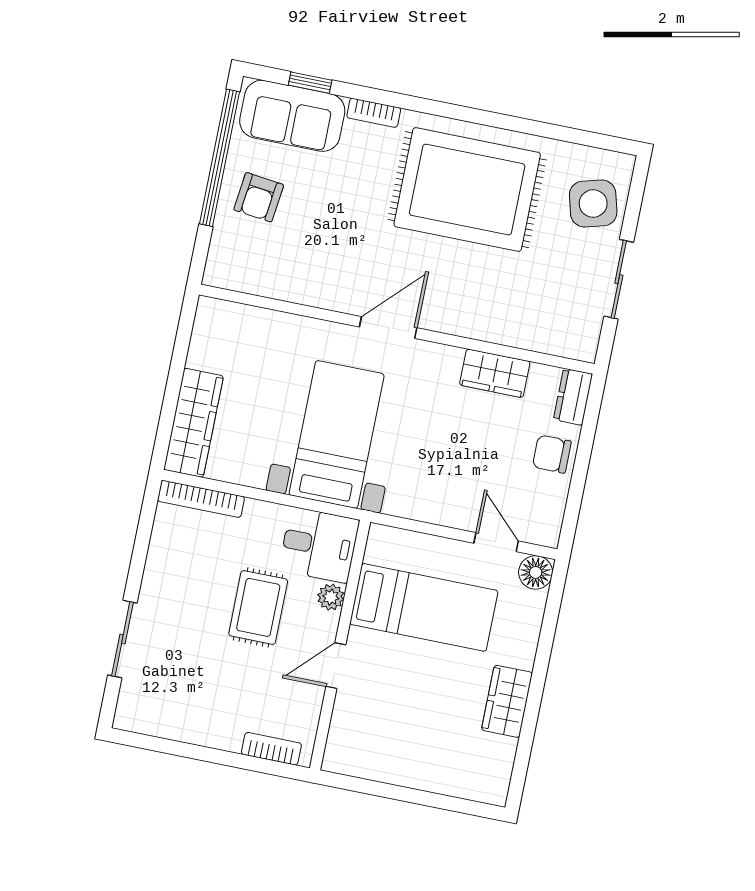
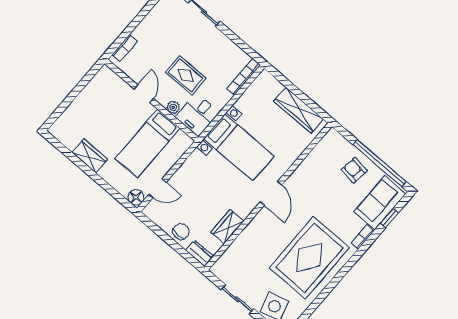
wardrobe: (193, 423) -> (298, 110), moved

